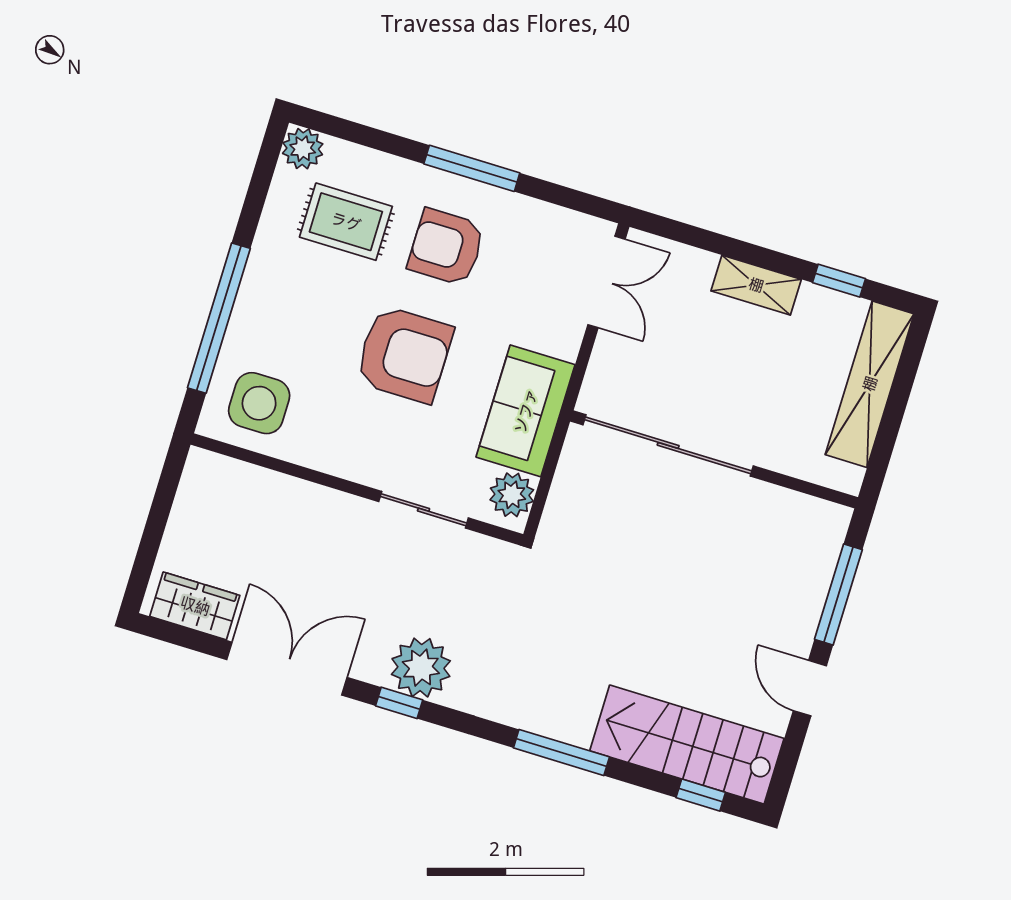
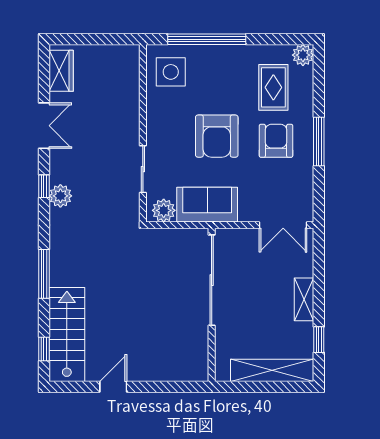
window: (838, 595) -> (164, 387), removed
plant: (421, 668) -> (60, 196), width x0.73, depth x0.73
double door: (287, 669) -> (44, 126), width x0.73

